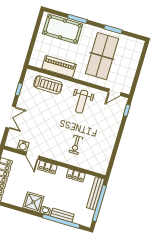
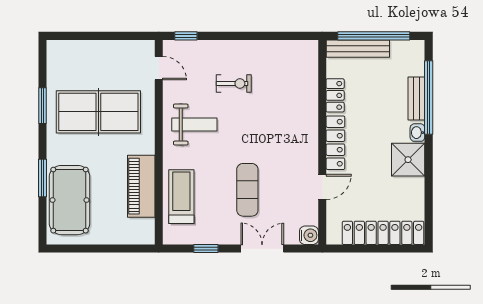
exercise mat: (42, 118) -> (247, 190), added
exercise bike: (76, 145) -> (234, 84), moved
water cooler: (23, 146) -> (309, 235), moved
locker: (47, 167) -> (335, 143), width x1.53

